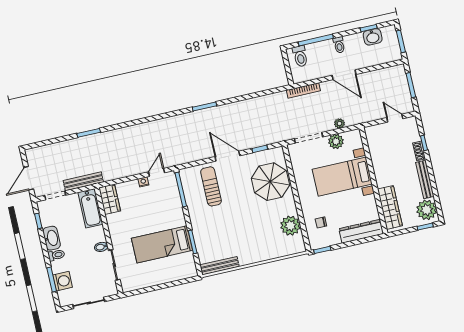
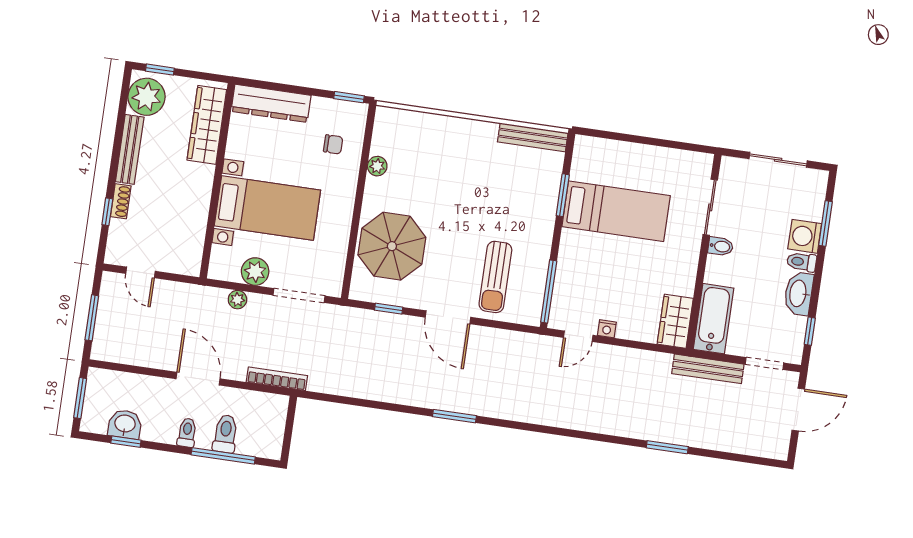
toilet: (300, 56) -> (225, 434), moved
plant: (290, 226) -> (377, 166), width x0.53, depth x0.53
washing machine: (63, 281) -> (805, 236), moved

